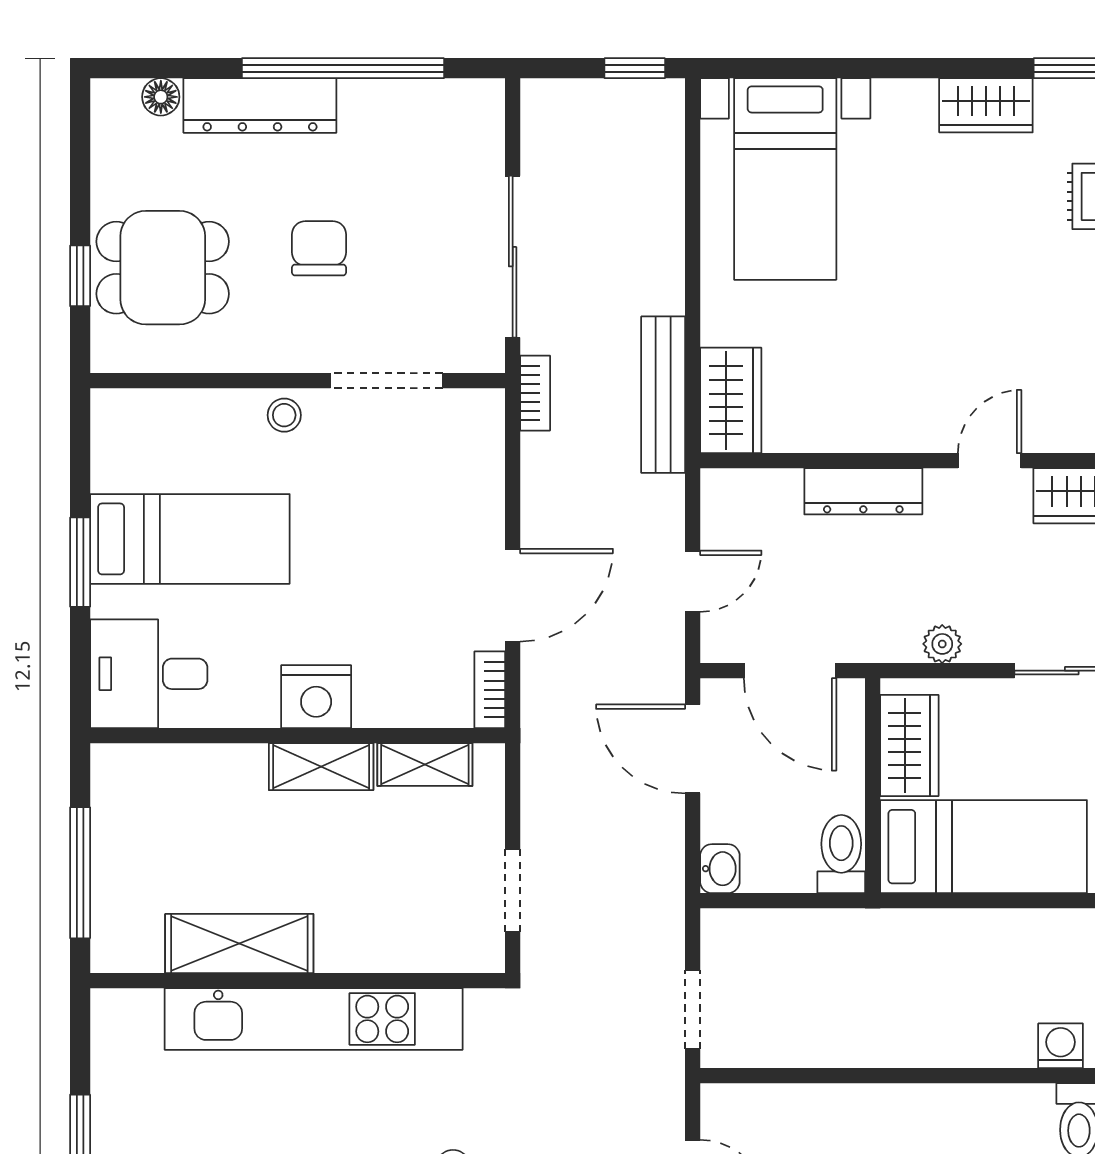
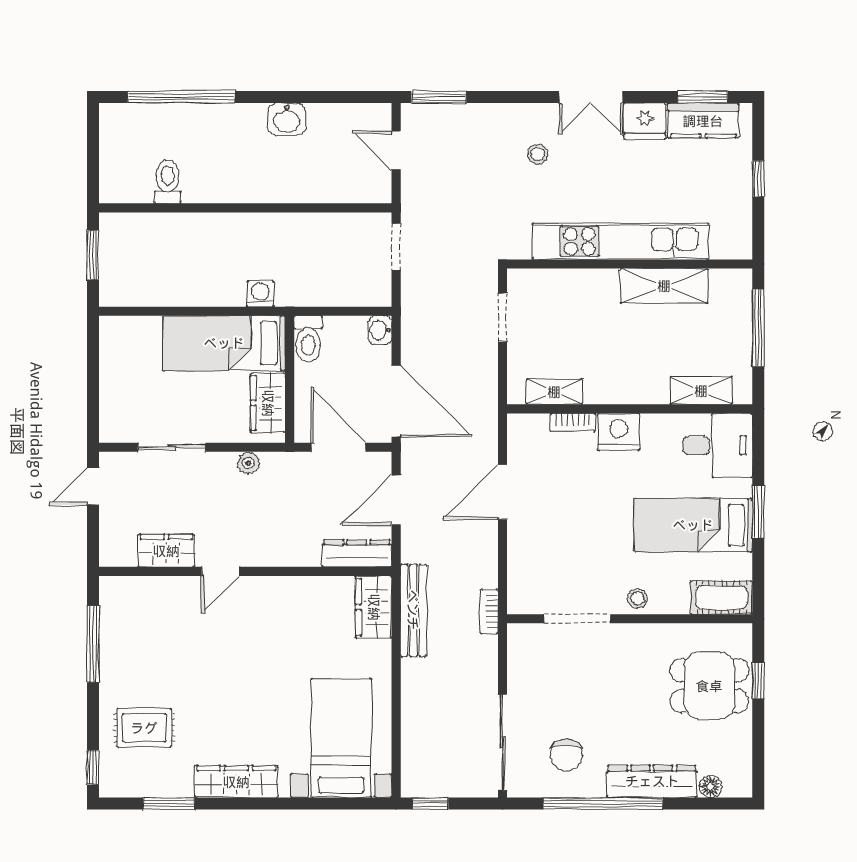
wardrobe: (986, 105) -> (236, 782), width x1.50
chair: (319, 248) -> (566, 755), moved
sliding door: (513, 257) -> (503, 742), moved
cot: (142, 417) -> (722, 598), added
dresser: (863, 491) -> (357, 553), moved
door: (693, 581) -> (396, 500), width x1.38
bookcase: (490, 690) -> (573, 422), moved, turned 90
door: (693, 749) -> (396, 401), width x1.36
shelving: (321, 767) -> (701, 391), moved
washing machine: (1061, 1046) -> (260, 294), moved, turned 180

